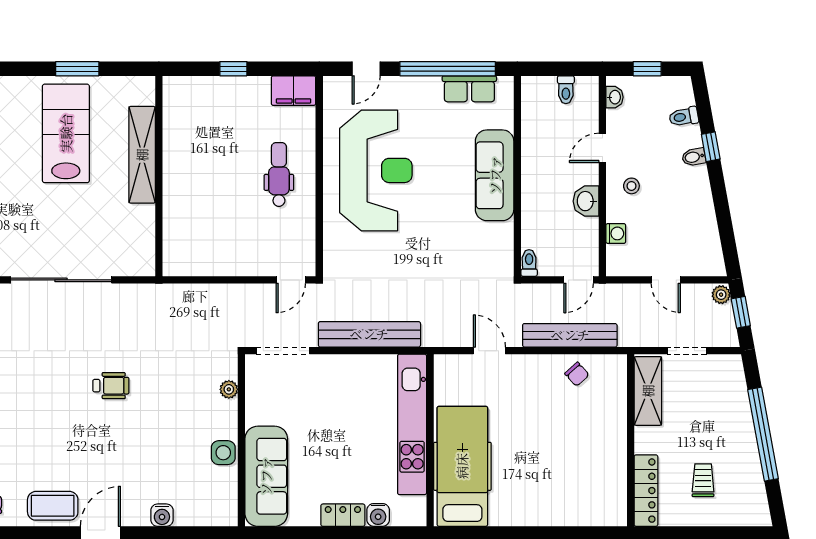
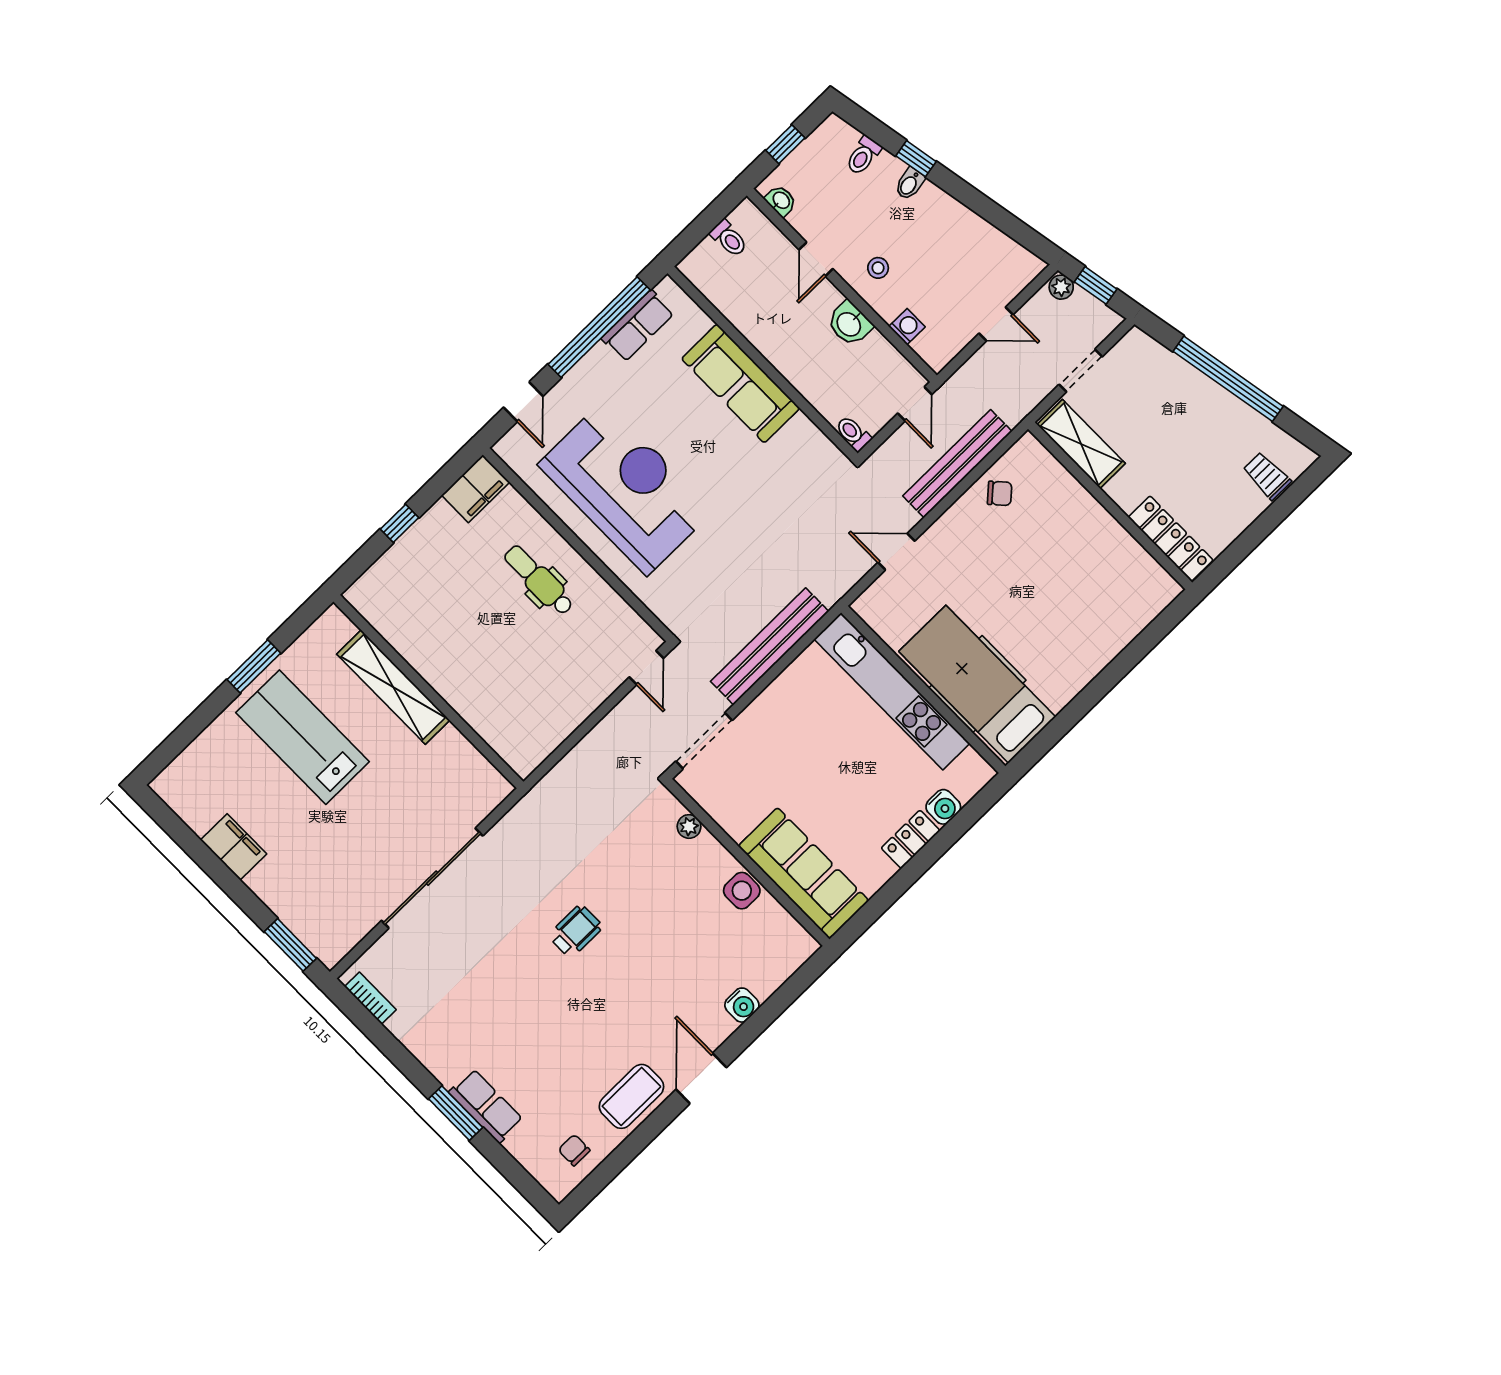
trolley: (703, 480) -> (1267, 476), moved

